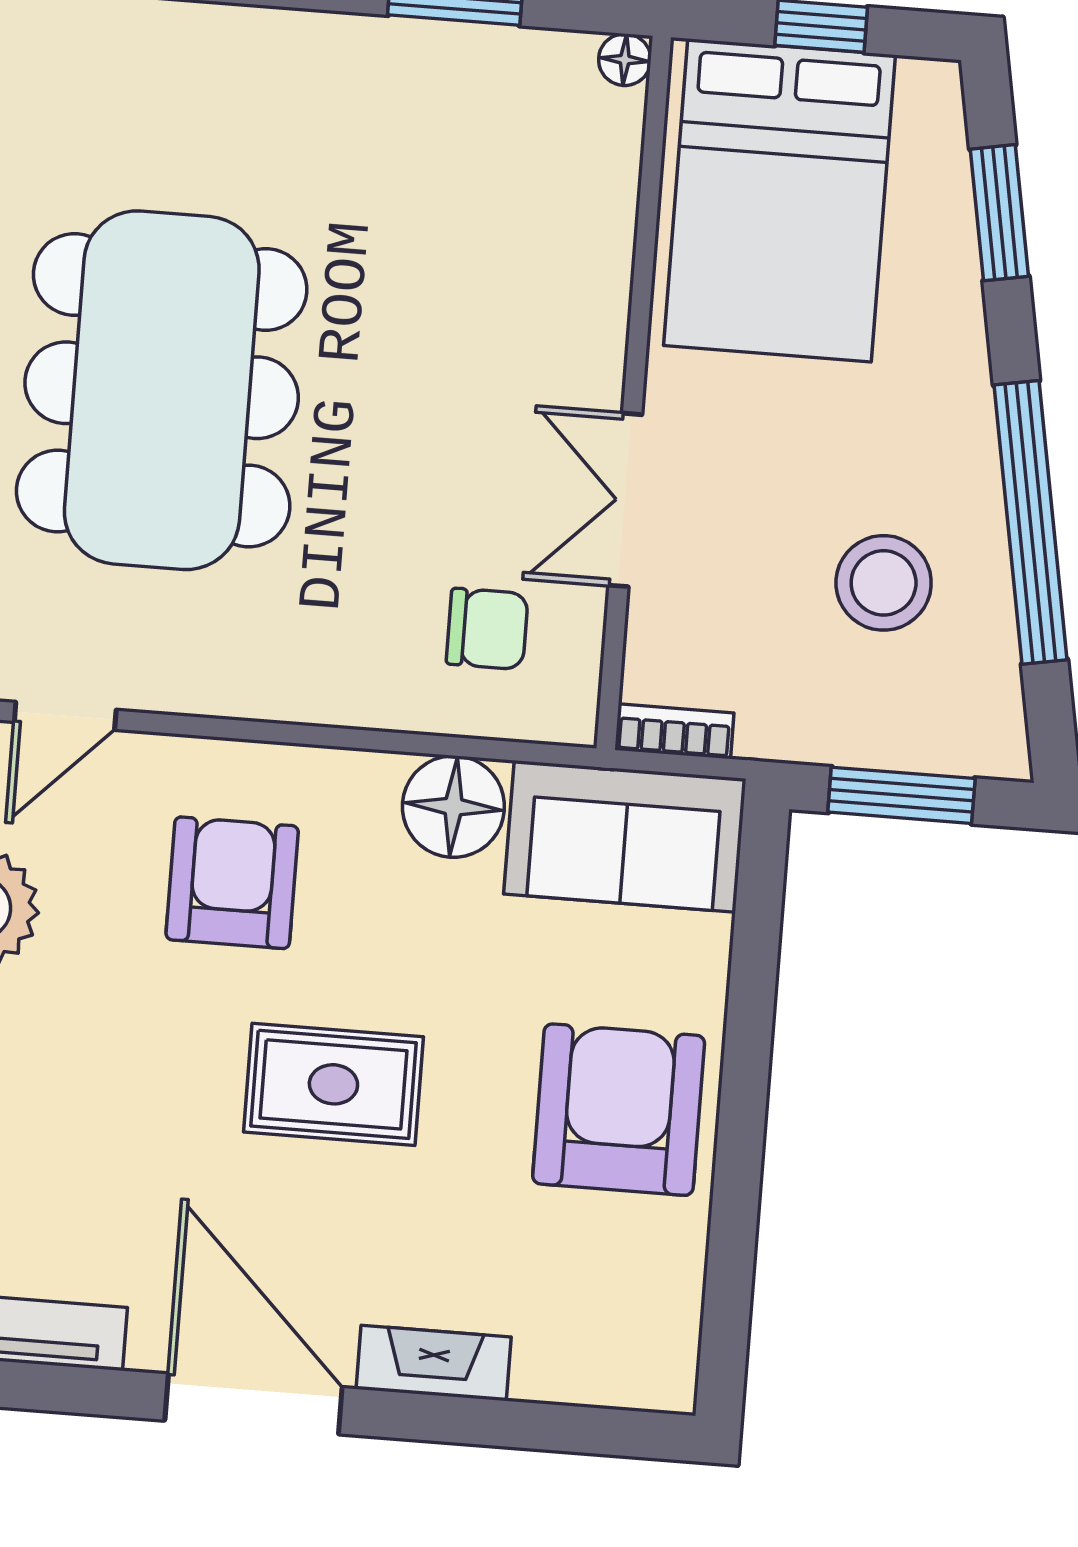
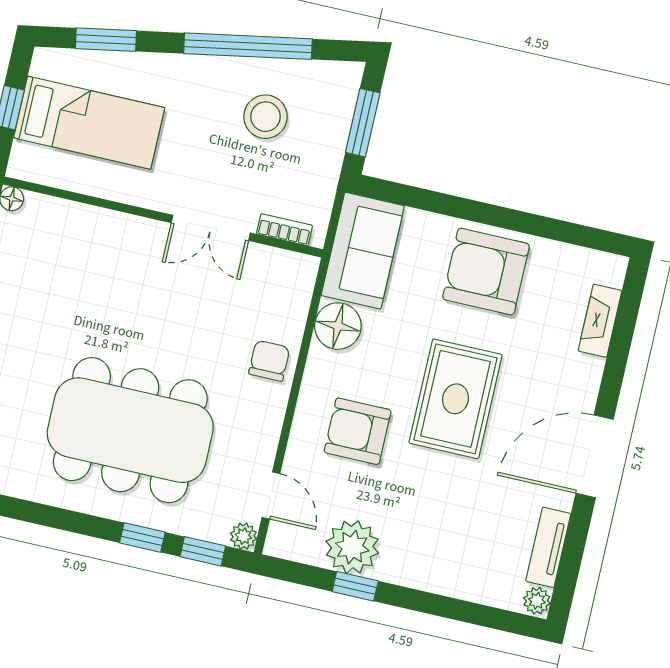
bed: (780, 200) -> (89, 123), width x0.67
chair: (487, 629) -> (269, 361), moved
bookcase: (674, 731) -> (285, 230), moved, turned 90
rug: (333, 1084) -> (456, 399), width x1.36, depth x1.43
fireplace: (434, 1363) -> (600, 321), moved

